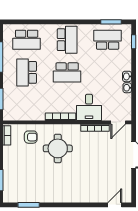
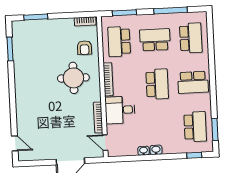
school desk: (27, 40) -> (191, 38), turned 180
school desk: (67, 72) -> (157, 84), turned 180
school desk: (27, 105) -> (119, 42), added

